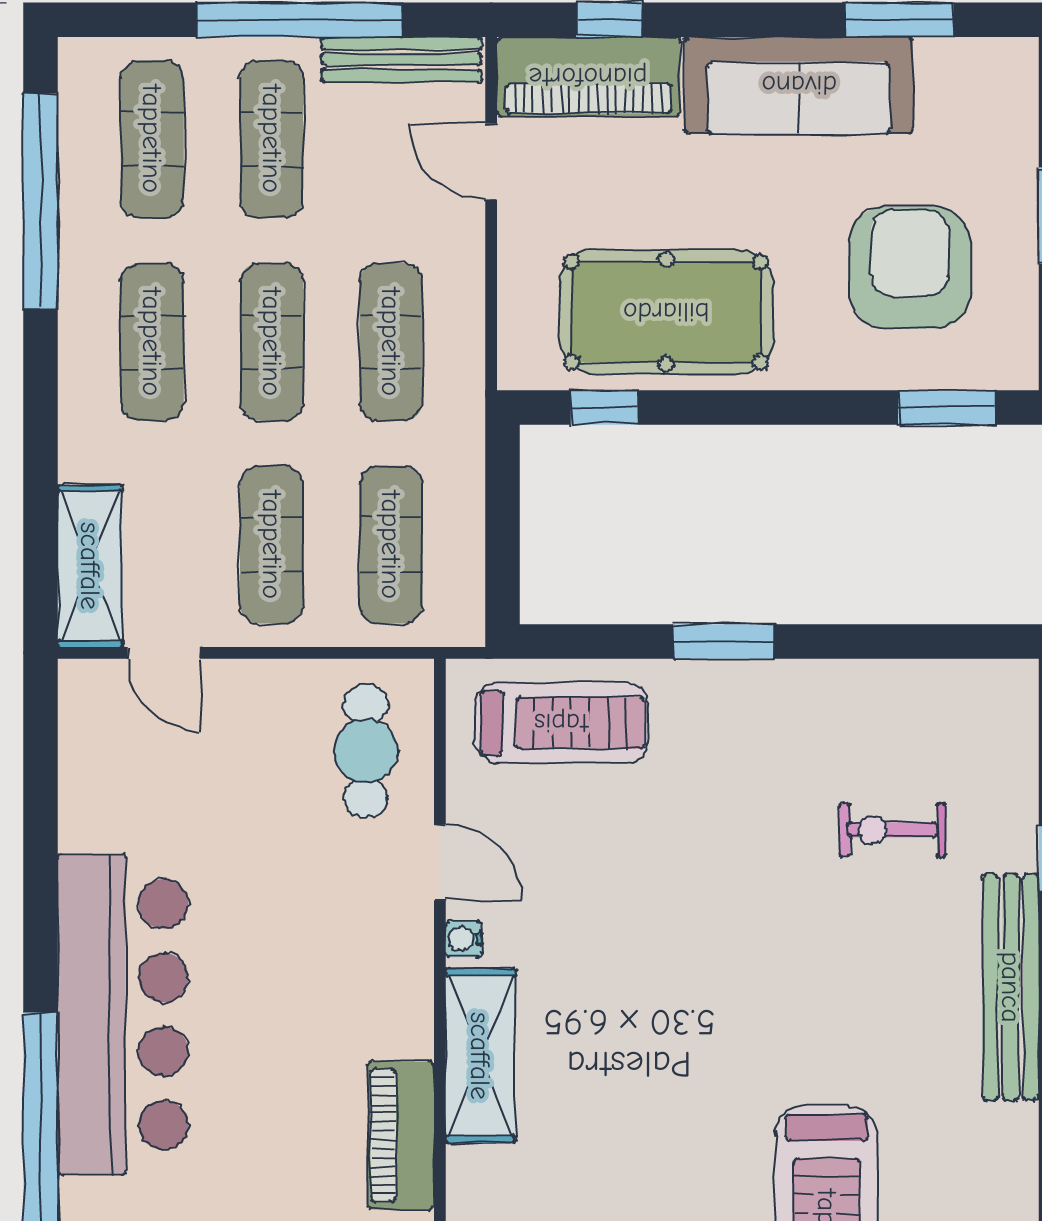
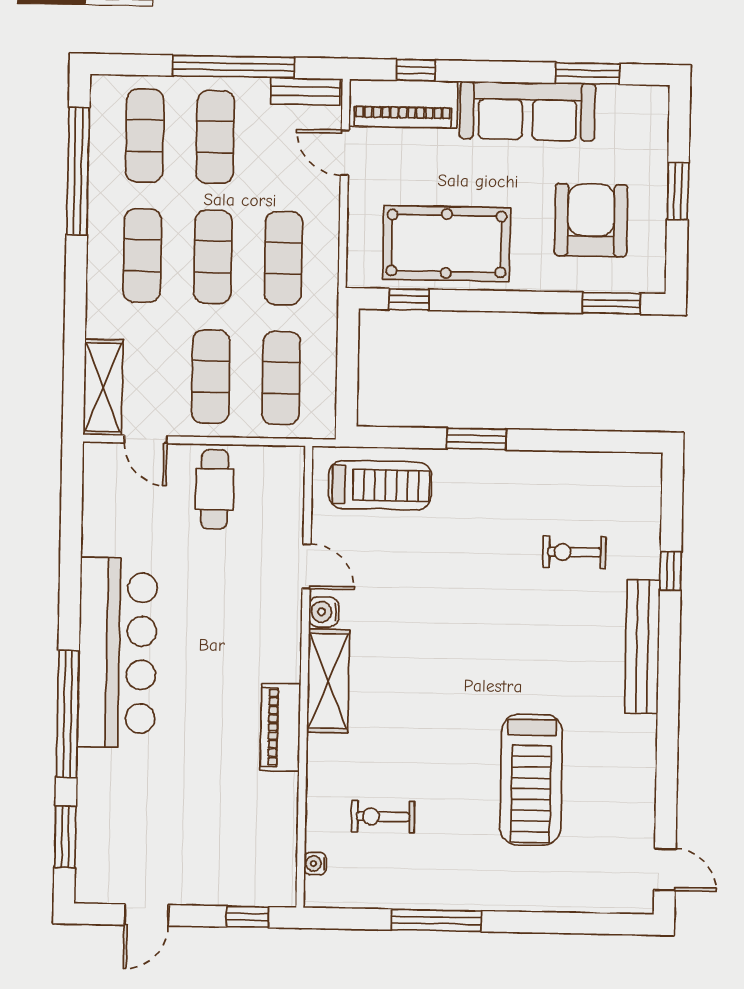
bench: (401, 59) -> (306, 91), width x0.73
cafe table: (366, 751) -> (215, 489), moved
water cooler: (464, 939) -> (324, 612), width x1.38, depth x1.38

